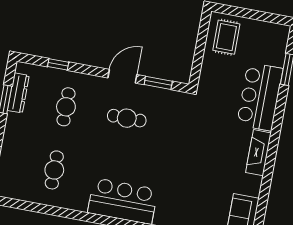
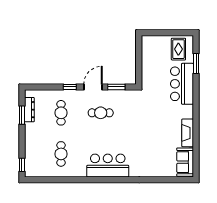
rug: (226, 37) -> (178, 49), moved
window: (58, 64) -> (70, 87), moved
fireplace: (258, 153) -> (188, 133), moved

